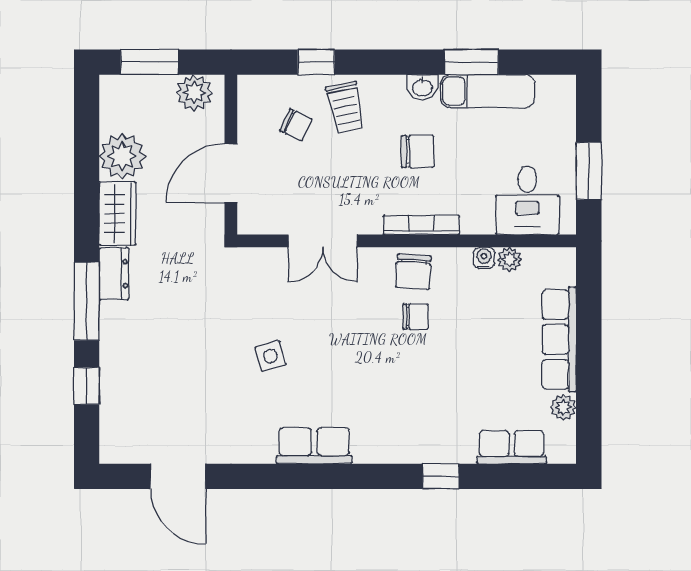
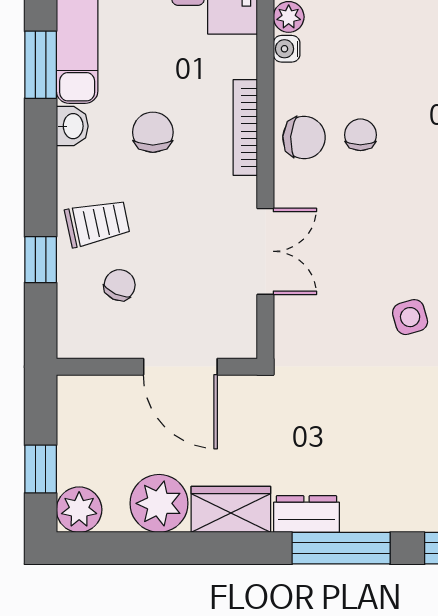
window: (149, 62) -> (41, 469), width x0.67
plant: (194, 93) -> (79, 510), moved

